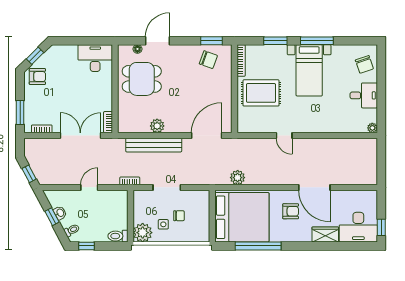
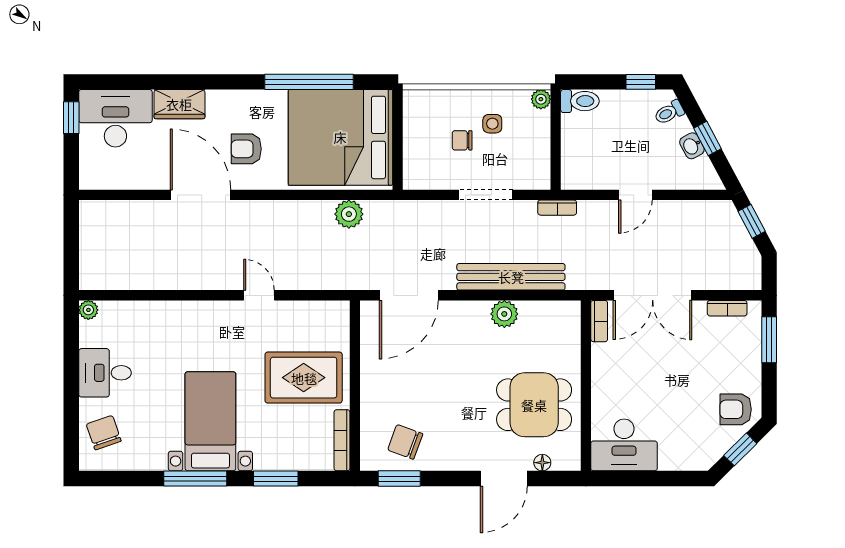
plant: (143, 233) -> (541, 99), width x0.53, depth x0.53

